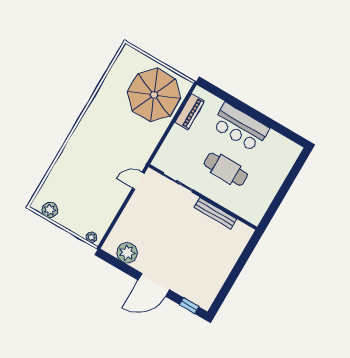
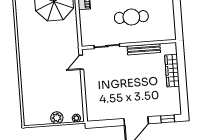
plant: (50, 210) -> (57, 118), moved
plant: (127, 253) -> (105, 112), removed
wardrobe: (230, 257) -> (172, 71), added

